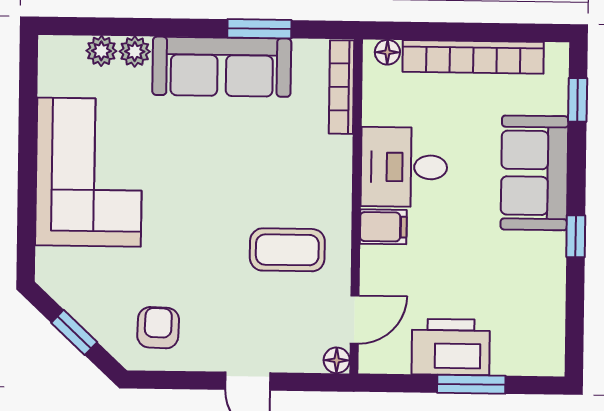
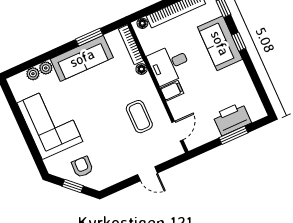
window: (576, 236) -> (239, 42), moved
coffee table: (287, 250) -> (139, 117), turned 90
armchair: (158, 328) -> (82, 167), moved
printer: (451, 347) -> (232, 119), moved
floor lamp: (337, 360) -> (141, 69), moved

